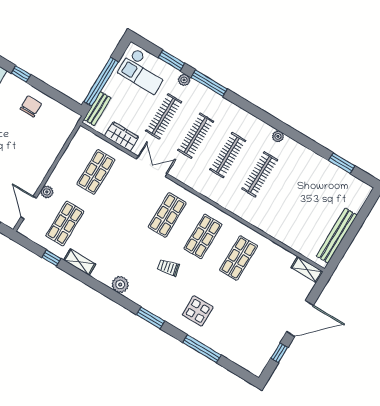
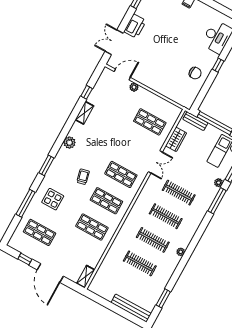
clothes rail: (164, 116) -> (140, 263), moved
shop shelf: (65, 223) -> (40, 232), moved
bench: (337, 236) -> (131, 308), moved

